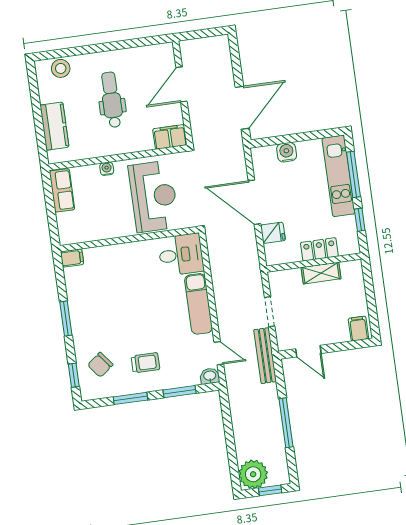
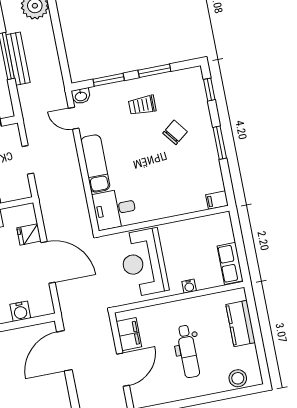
filing cabinet: (170, 137) -> (129, 334), moved, turned -90
bench: (265, 356) -> (18, 59), moved
chair: (100, 365) -> (175, 132), moved

